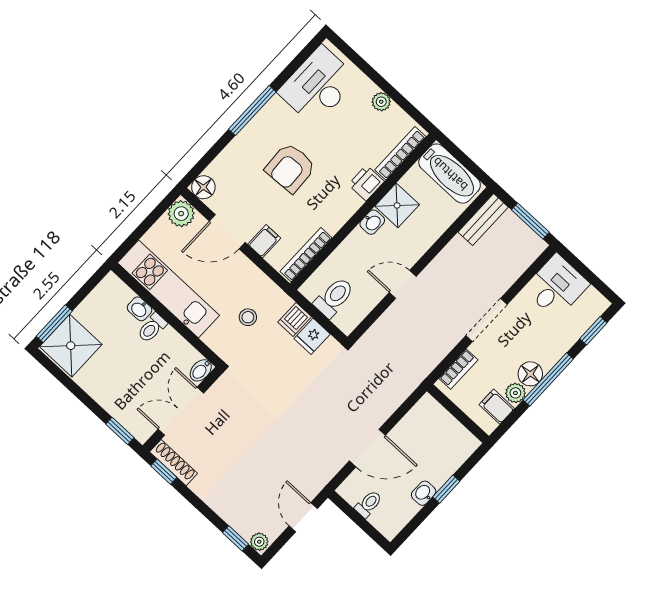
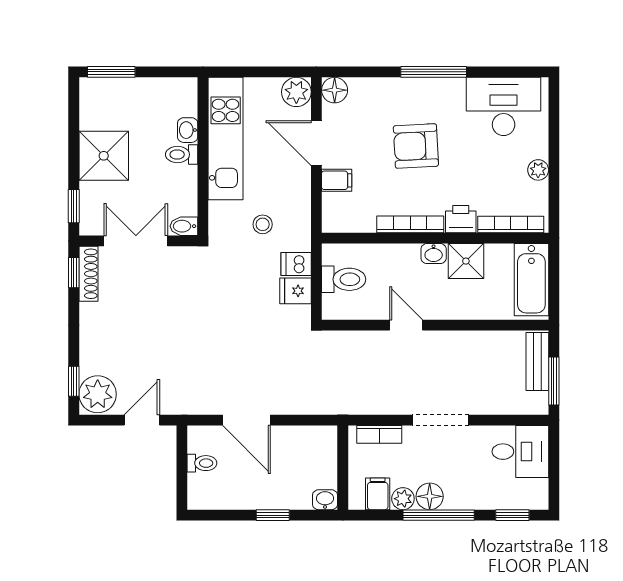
bench: (483, 220) -> (537, 362), moved, turned 90
bookcase: (306, 255) -> (410, 224), moved
shower: (71, 346) -> (104, 156), moved
washbasin: (424, 493) -> (325, 500), moved
plant: (259, 542) -> (98, 394), width x1.87, depth x1.87

